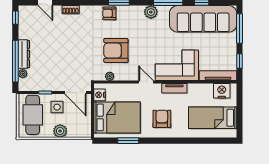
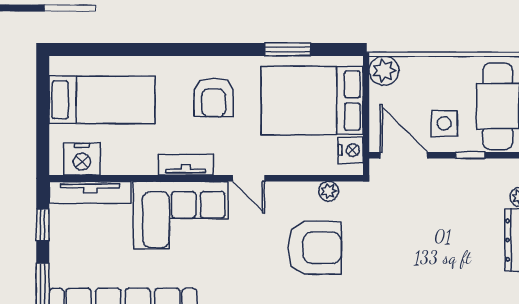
plant: (60, 131) -> (384, 71), moved

